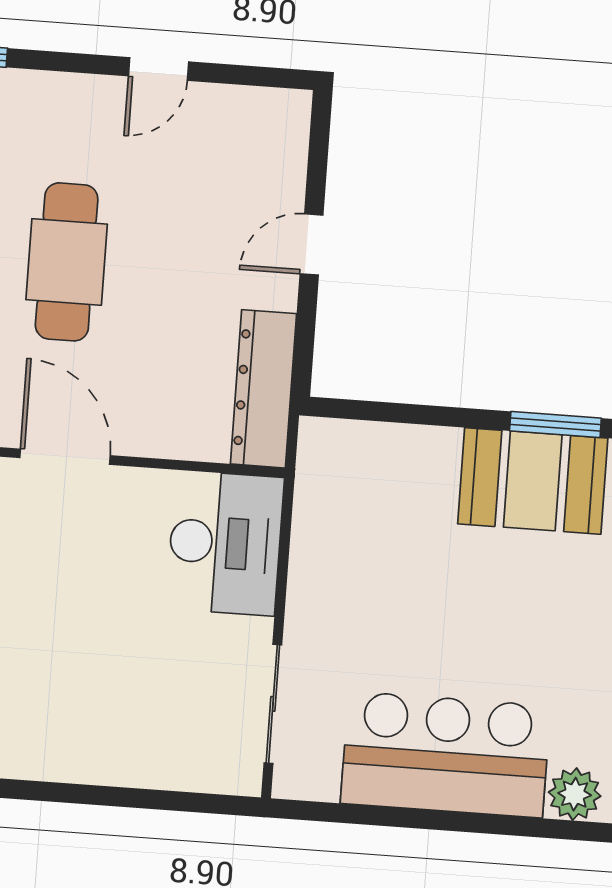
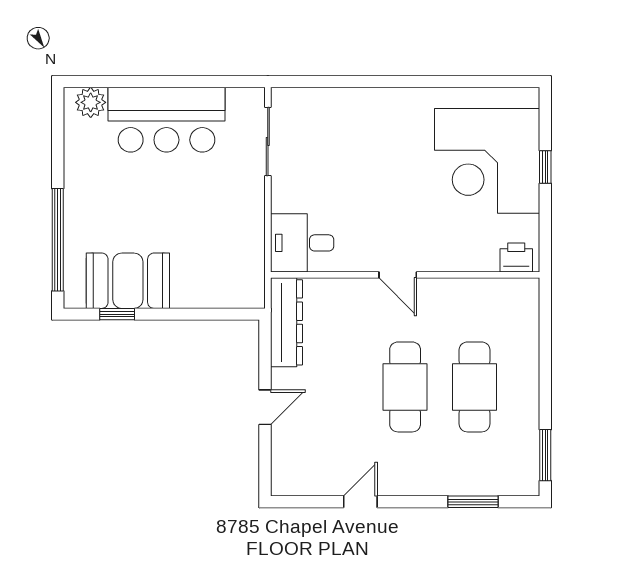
window: (555, 425) -> (117, 314), width x0.67
door: (65, 457) -> (398, 275), width x0.73
desk: (225, 543) -> (302, 243), width x0.73

